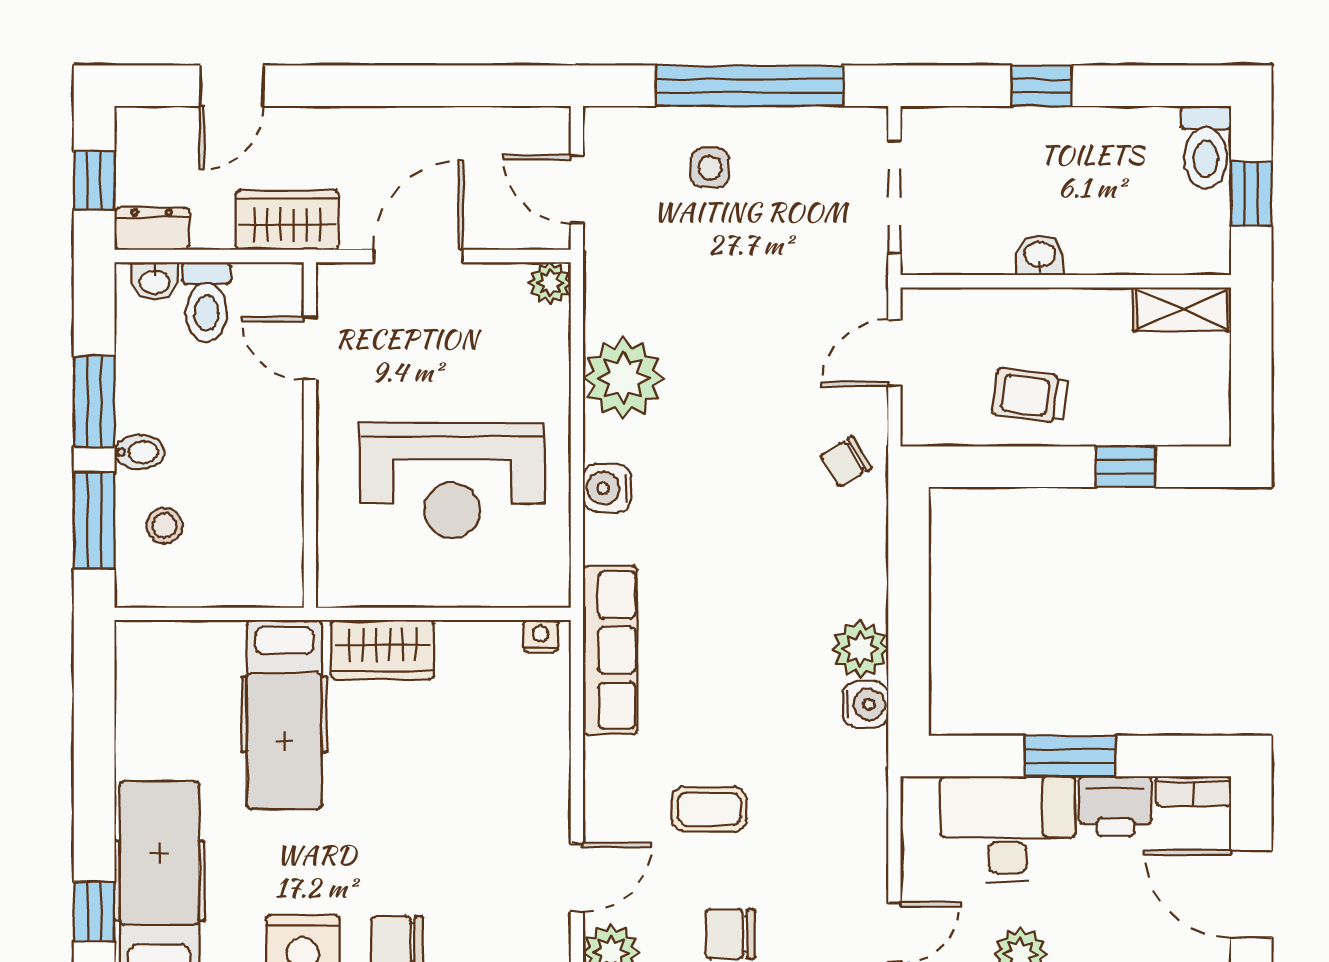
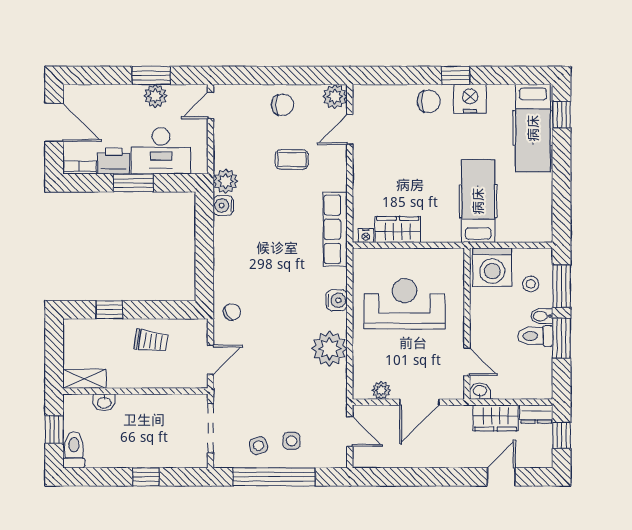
side table: (785, 157) -> (258, 446), added
wardrobe: (287, 220) -> (496, 418), moved
washbasin: (1040, 256) -> (104, 402), moved
washbasin: (155, 281) -> (480, 391), moved
plant: (550, 283) -> (381, 390), moved
toilet: (206, 302) -> (535, 336), moved, turned -90
washing machine: (252, 564) -> (492, 267), added
plant: (860, 649) -> (226, 181), moved
wardrobe: (383, 650) -> (398, 229), moved

